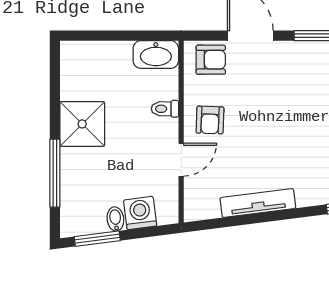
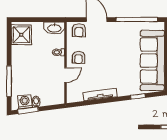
armchair: (211, 60) -> (79, 30), turned 90
shower: (82, 124) -> (21, 35), moved
washing machine: (140, 213) -> (25, 102), moved

